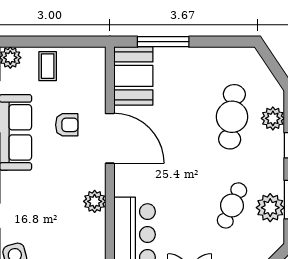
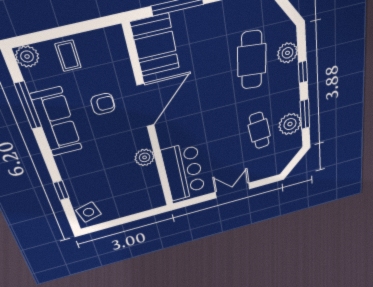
door: (110, 138) -> (146, 105), hinge flipped
cafe table: (232, 205) -> (259, 131), turned -30

